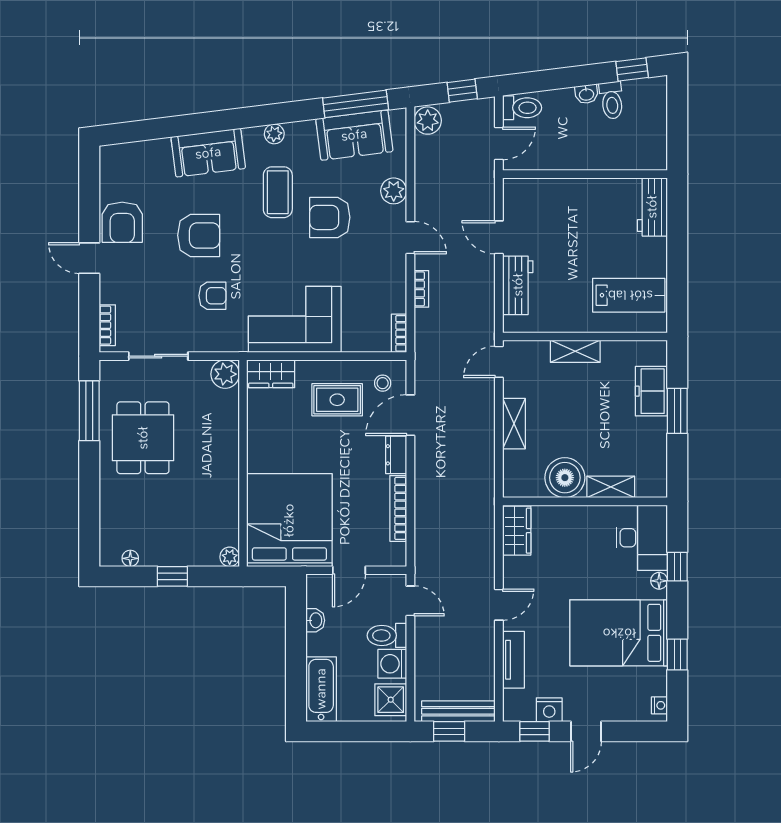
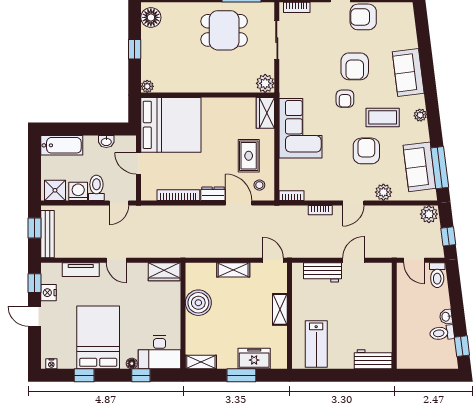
armchair: (212, 296) -> (345, 99), moved
shelving: (611, 487) -> (201, 362), moved, turned 90
floor lamp: (130, 558) -> (151, 17), width x1.89, depth x1.89

